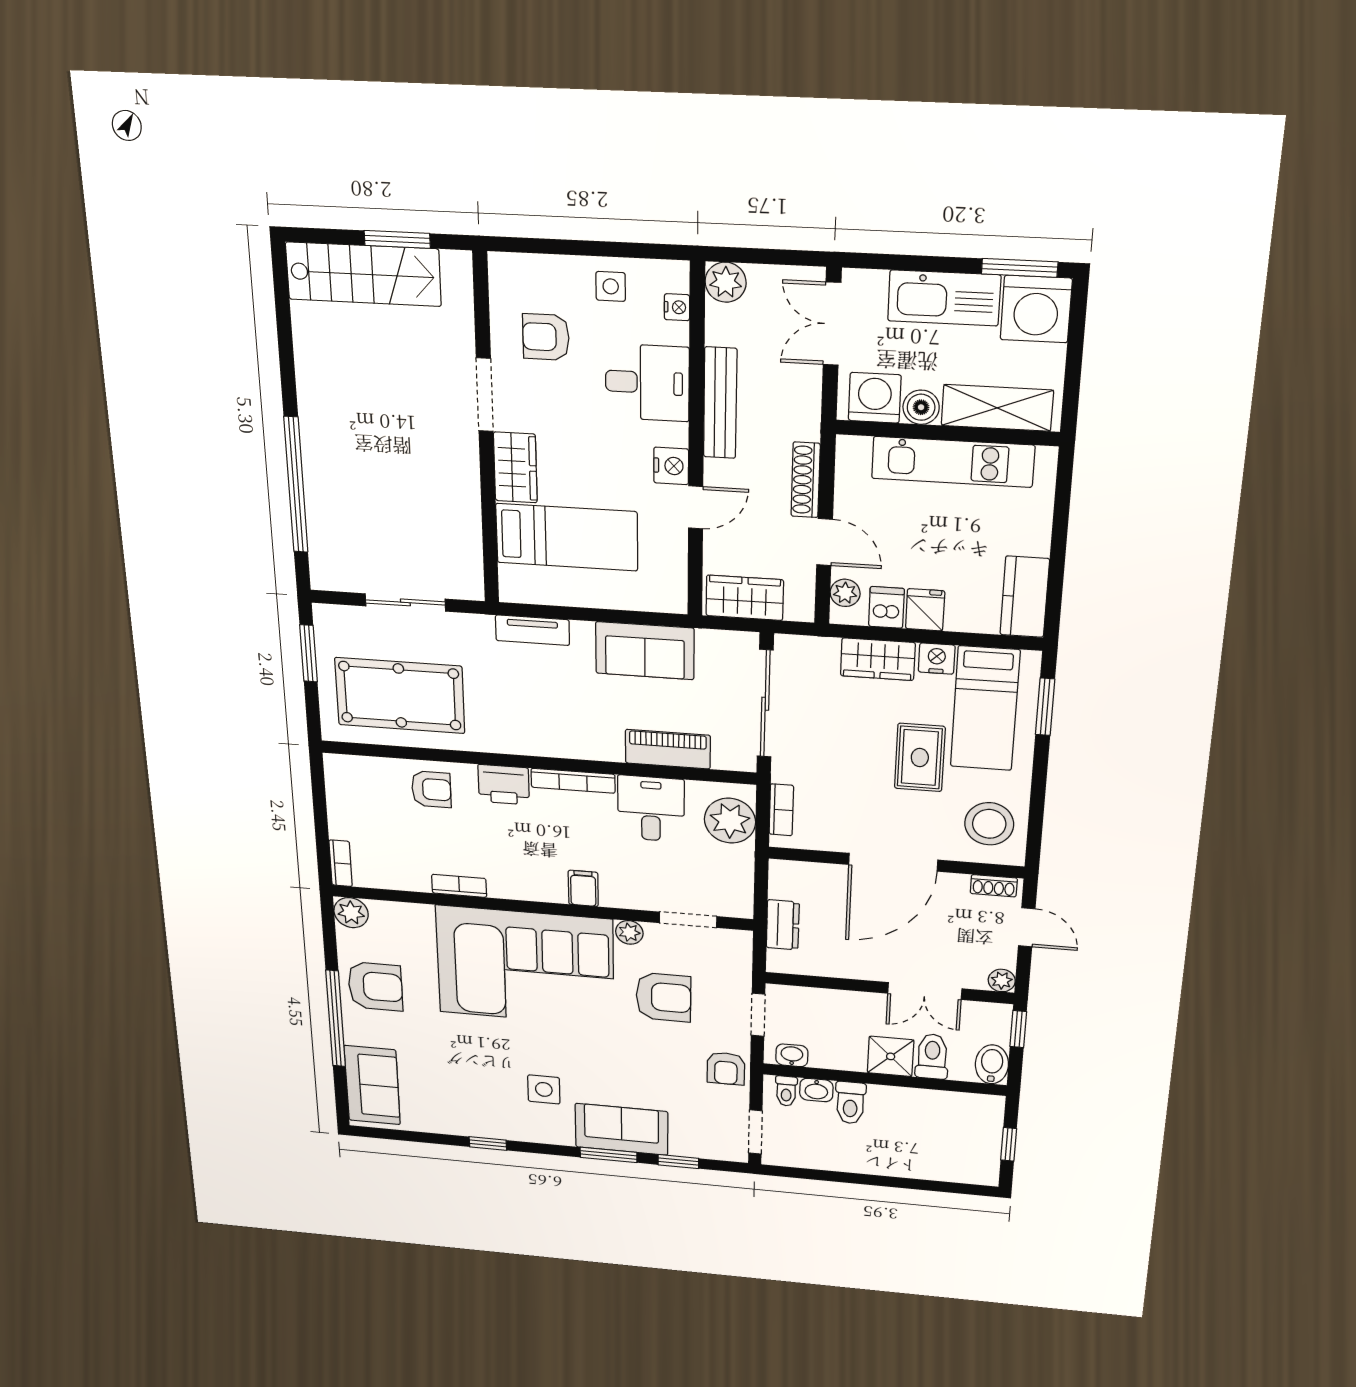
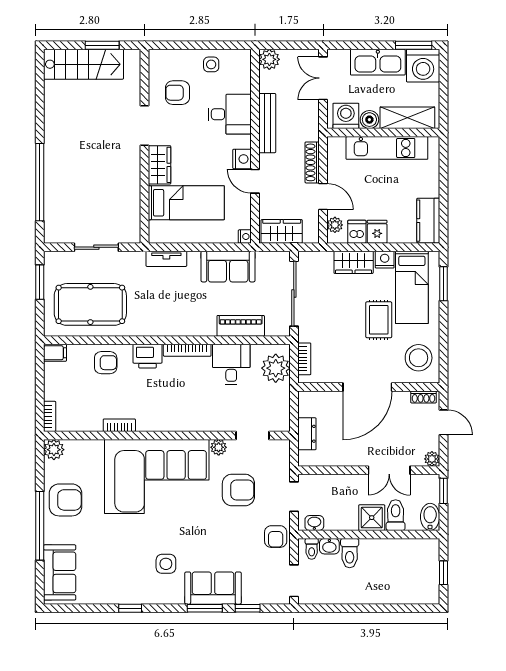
nightstand: (677, 307) -> (245, 236), moved
door: (696, 507) -> (255, 181), swing flipped
filing cabinet: (583, 888) -> (55, 353), moved, turned 90

